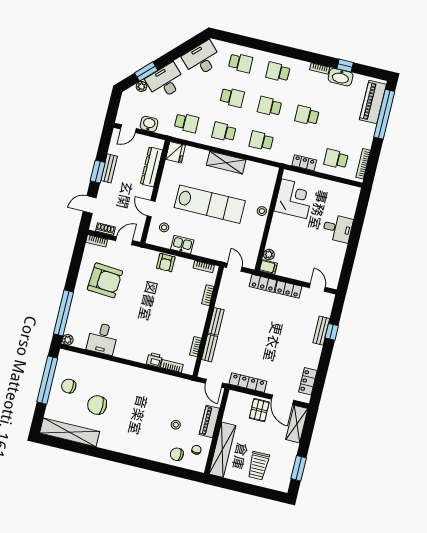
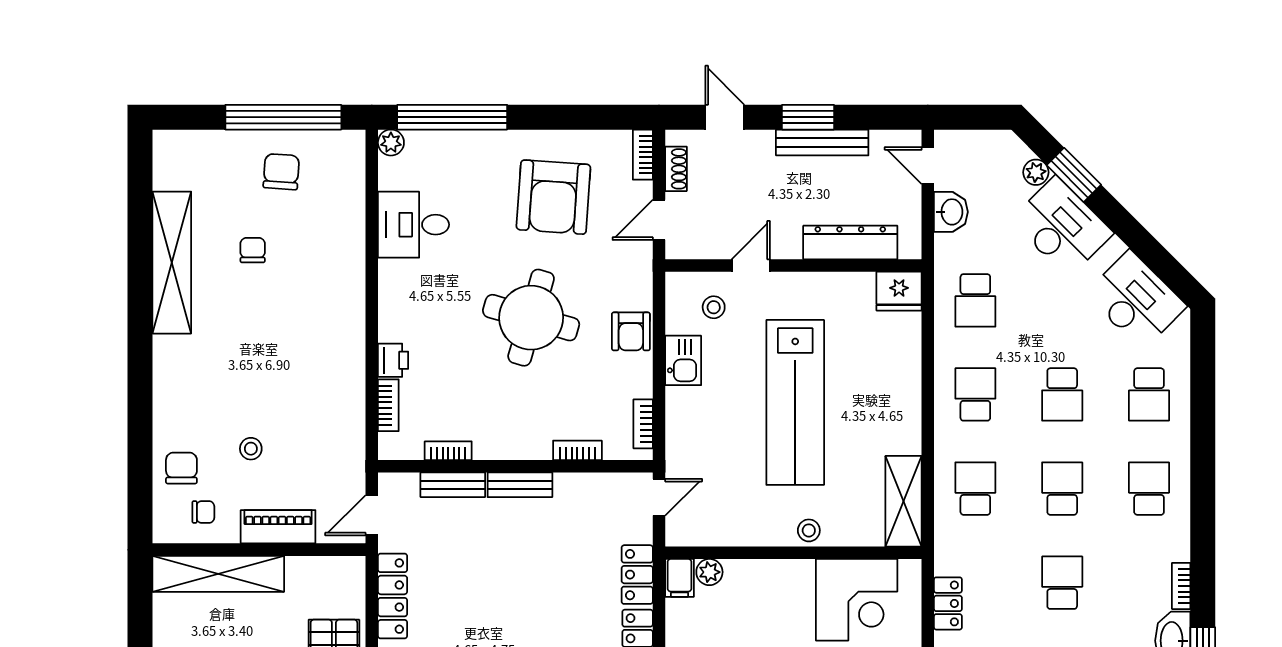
shelving: (226, 163) -> (903, 501), moved
bench: (109, 168) -> (822, 142), width x1.36
door: (124, 241) -> (659, 220), swing flipped
armchair: (166, 263) -> (631, 331), turned -90
round table: (151, 301) -> (531, 318), added
chair: (97, 405) -> (253, 250), width x0.54, depth x0.54
shelving: (70, 432) -> (172, 263), moved

